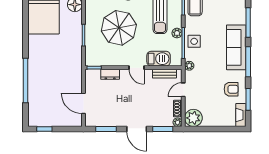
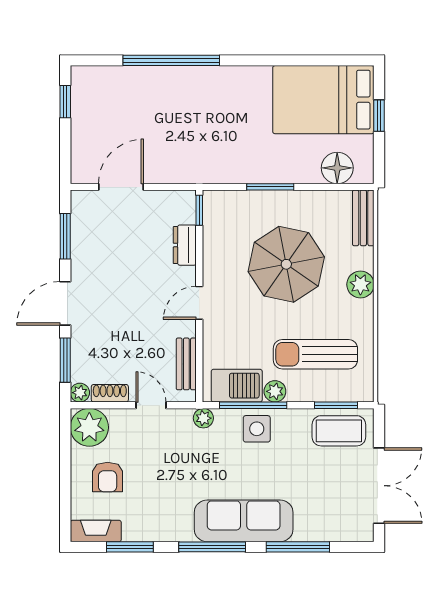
barbecue: (159, 59) -> (237, 386), moved, turned -90
armchair: (231, 89) -> (108, 477), moved

